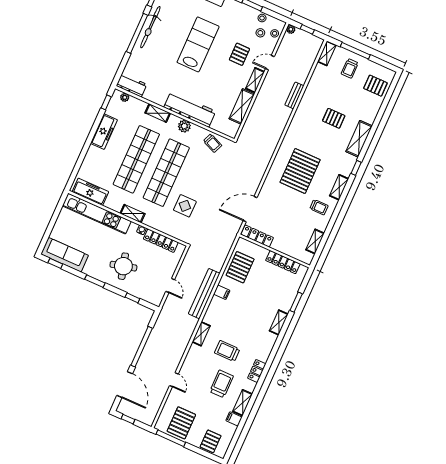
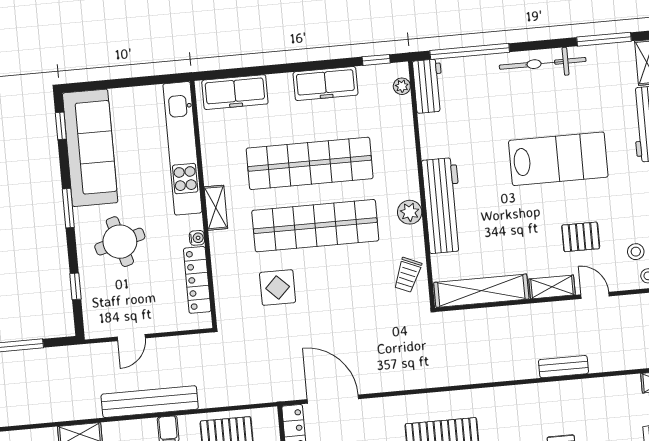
window: (137, 33) -> (470, 51), moved
shelving: (242, 106) -> (481, 291), width x1.47
shelving: (158, 113) -> (406, 156), removed
freezer: (90, 192) -> (235, 92), moved, turned 90
sofa: (65, 255) -> (90, 148), width x1.36, depth x1.27

